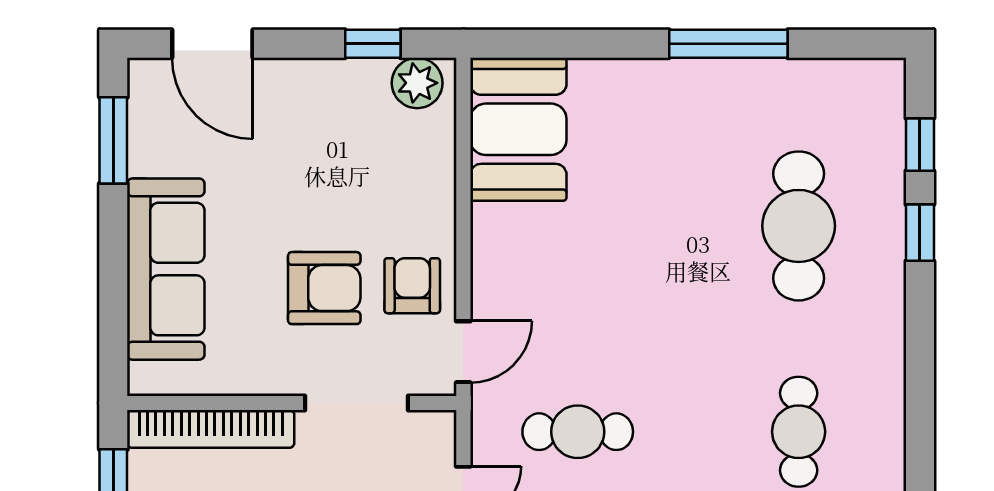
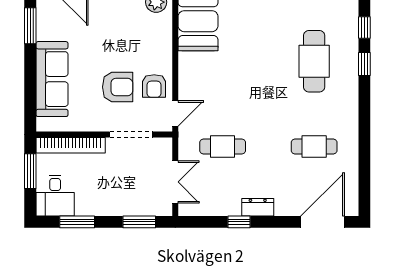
armchair: (412, 286) -> (154, 86), turned 180
cafe table: (799, 432) -> (314, 146), turned 90

